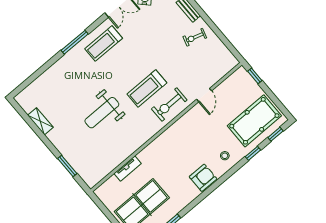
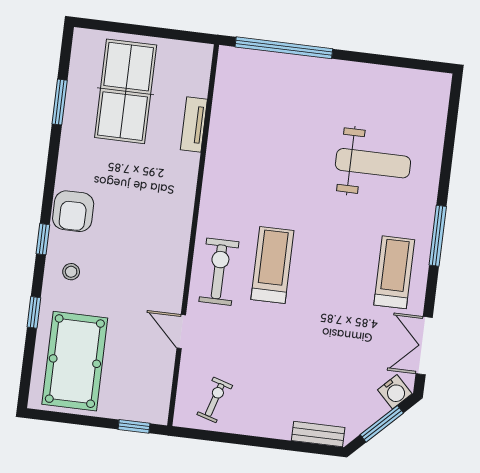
exercise bike: (195, 37) -> (215, 400), moved
weight bench: (102, 113) -> (373, 163), moved, turned 90
shelving: (40, 121) -> (382, 76), removed
window: (276, 134) -> (43, 239), moved
window: (67, 166) -> (284, 48), width x2.11

